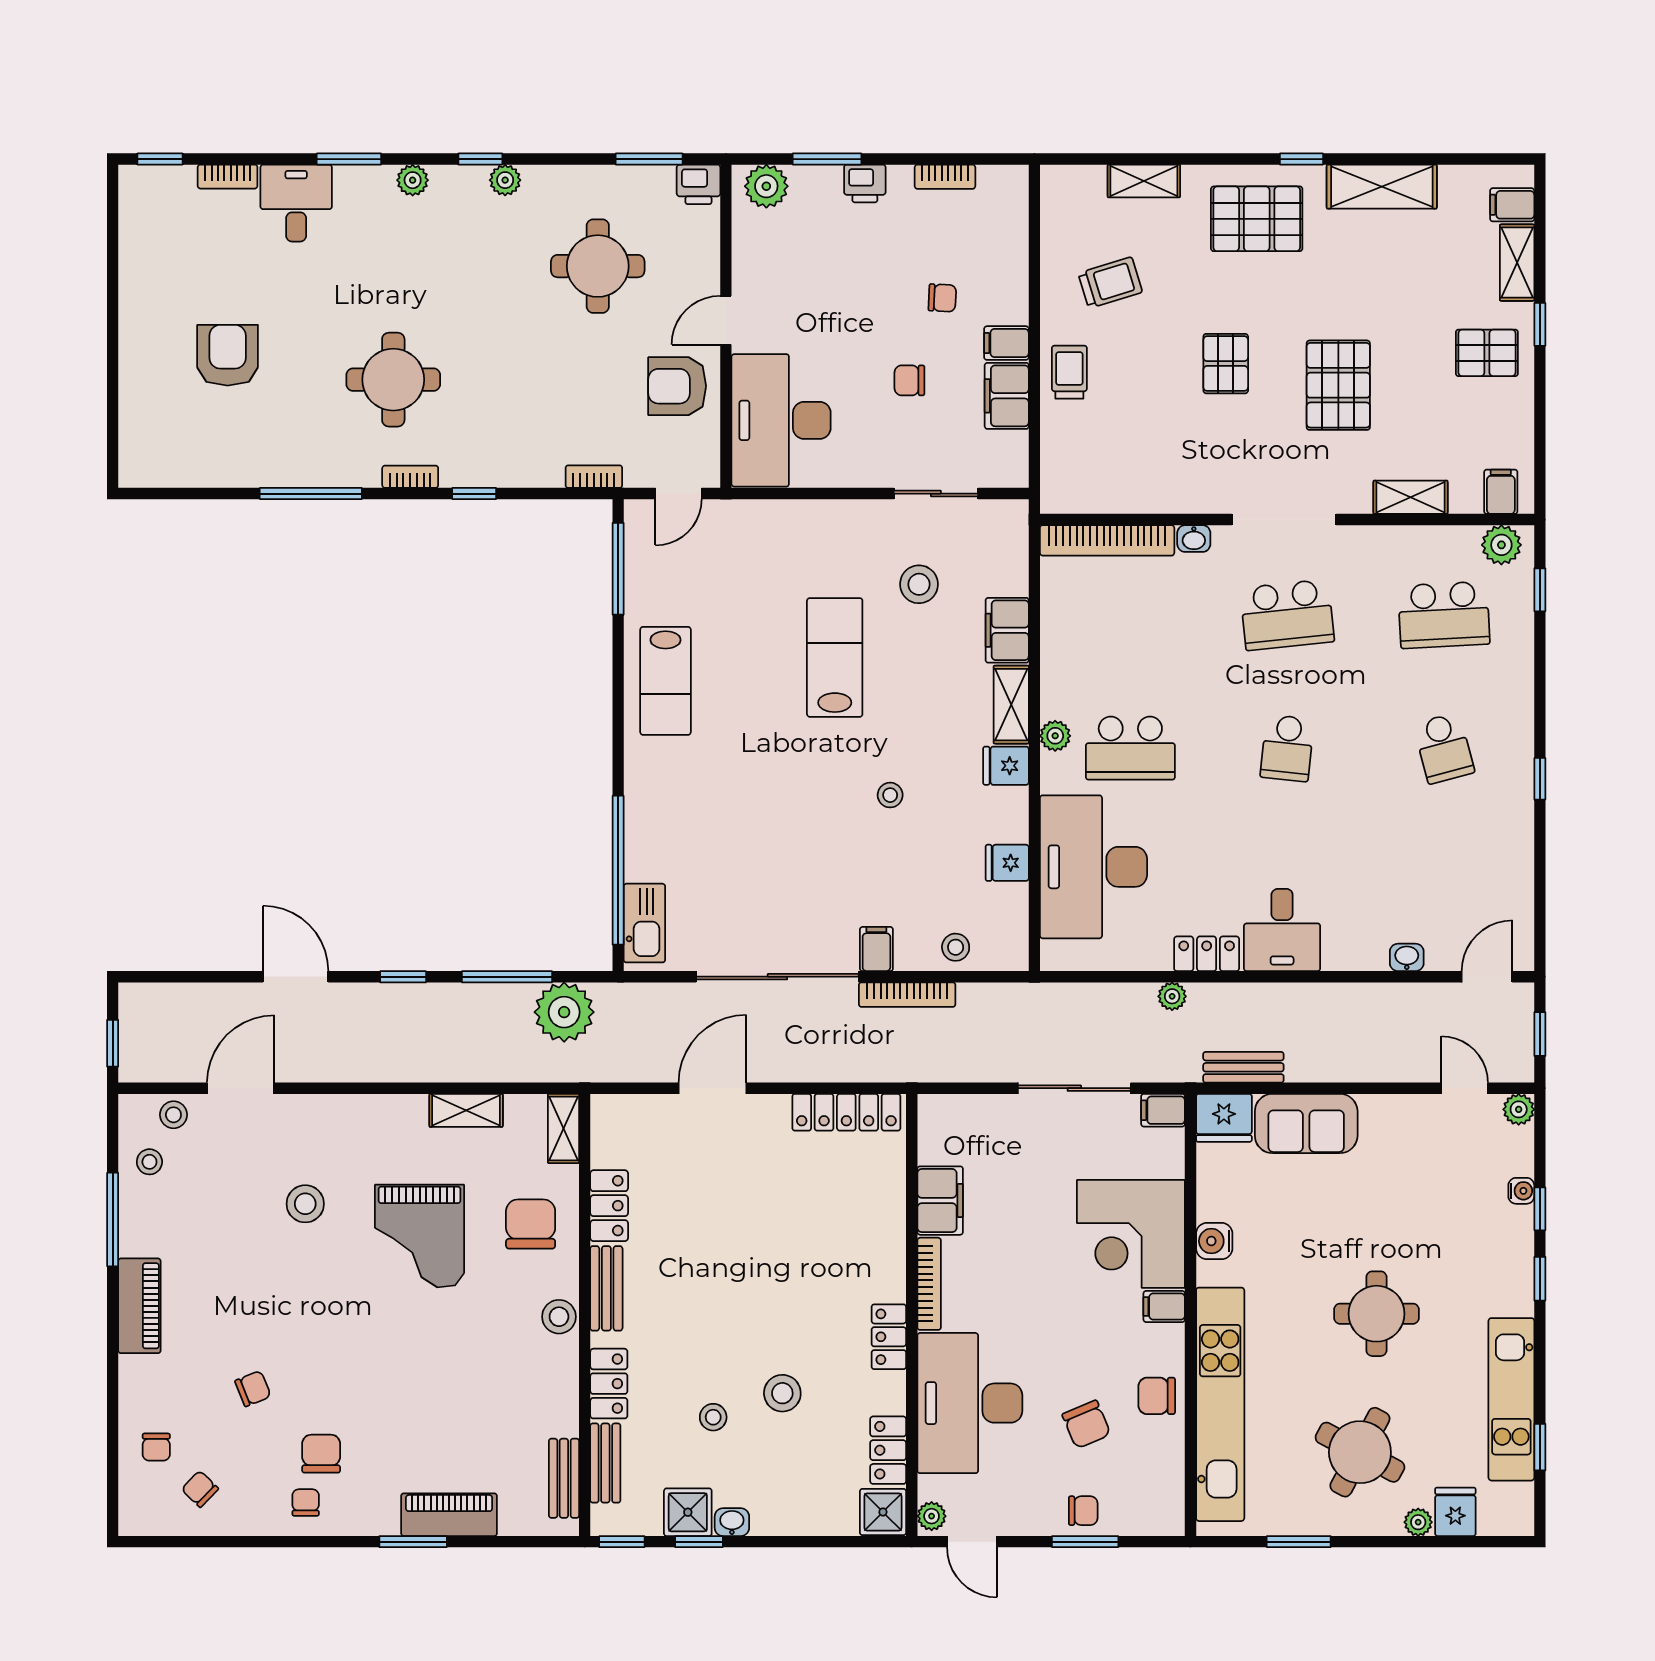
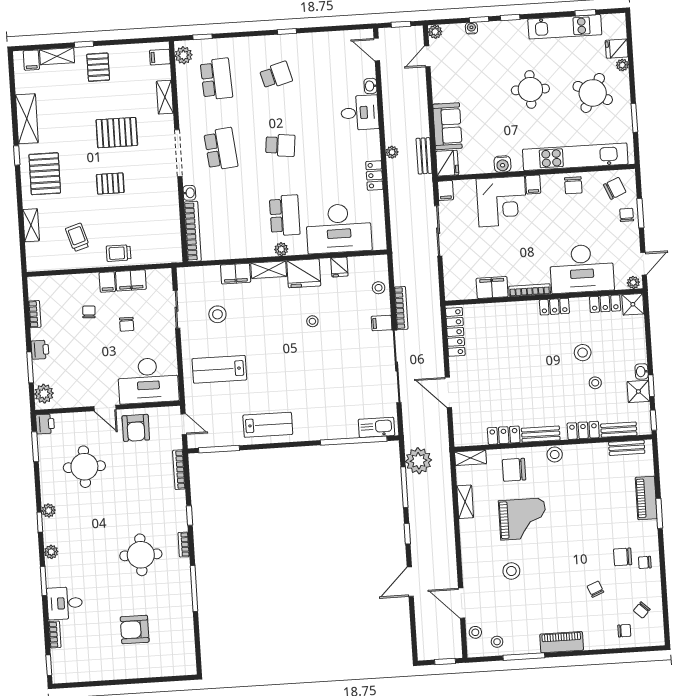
bookcase: (594, 477) -> (179, 470), width x1.56
lab bench: (835, 657) -> (219, 369), moved
fridge: (1006, 766) -> (304, 273), width x1.88, depth x1.34
desk: (1282, 930) -> (360, 113), moved
plant: (1172, 996) -> (392, 152), moved
chair: (1086, 1424) -> (615, 188), moved

